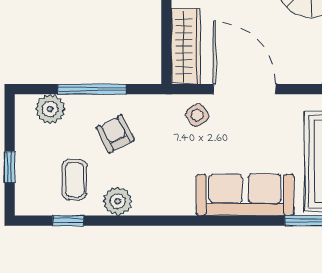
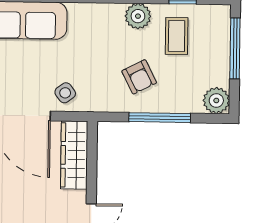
plant: (50, 109) -> (216, 100), moved
window: (10, 167) -> (235, 48), width x2.17

